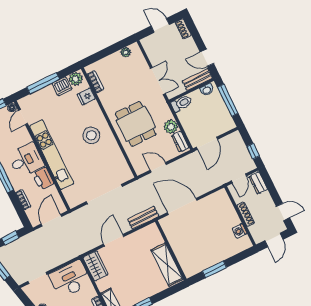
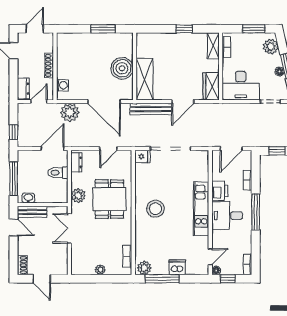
plant: (126, 52) -> (100, 270), moved
window: (43, 83) -> (162, 279), moved
dishwasher: (62, 86) -> (177, 267), moved
fridge: (86, 97) -> (142, 156), moved
toilet: (181, 103) -> (58, 173), moved
plant: (171, 127) -> (78, 196), moved
window: (253, 151) -> (14, 132), moved
kitchen unit: (52, 155) -> (201, 209), width x0.73
door: (158, 167) -> (108, 149), hinge flipped
plant: (207, 182) -> (70, 113), added
bench: (143, 218) -> (151, 109), width x1.36
washing machine: (239, 231) -> (62, 85), moved
boiler: (181, 243) -> (122, 68), added
shelving: (167, 265) -> (145, 79), moved

